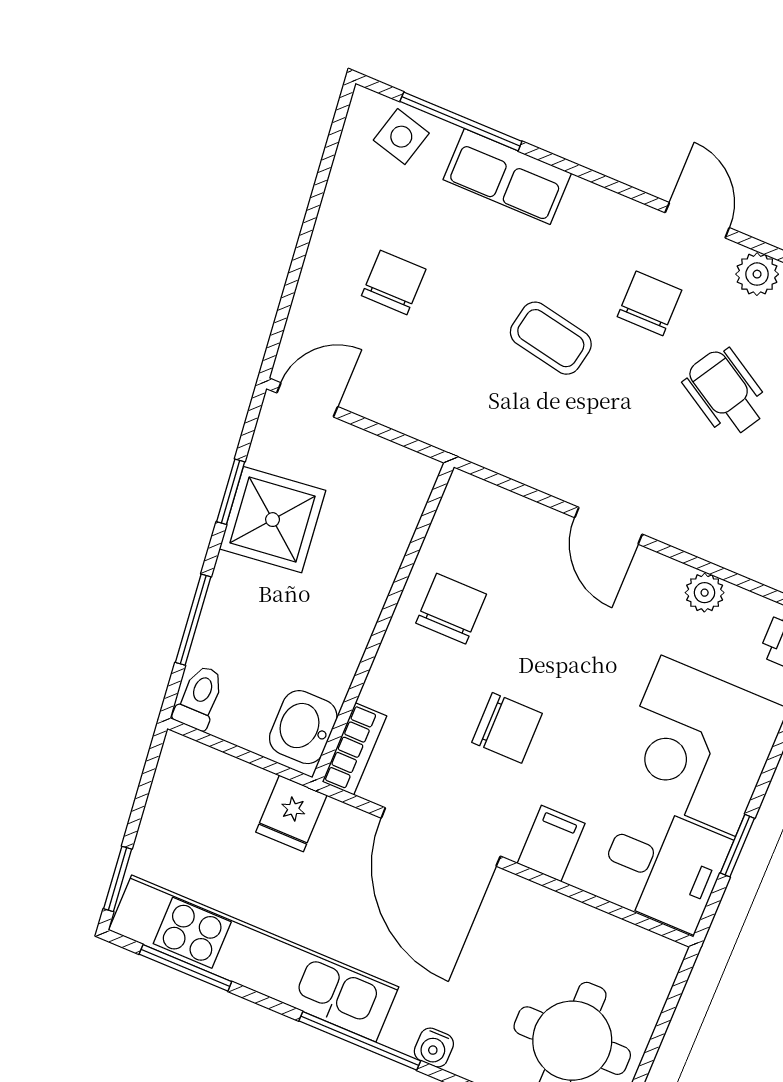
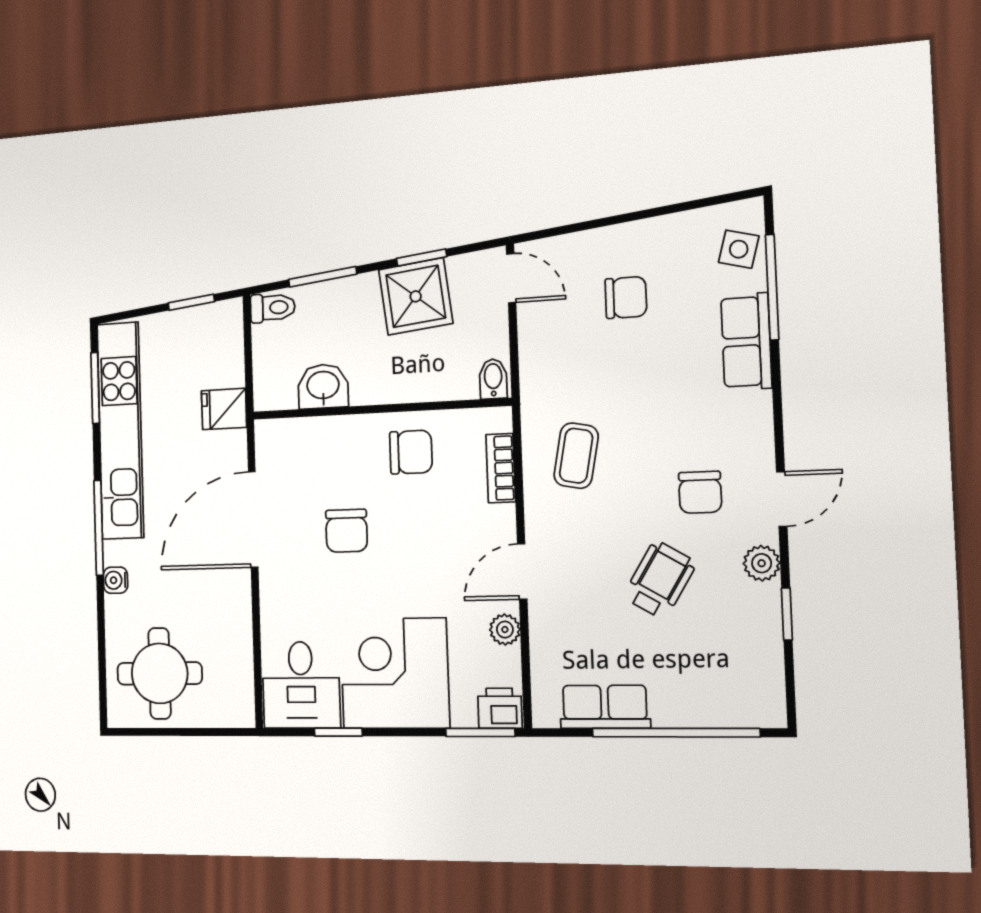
chair: (649, 303) -> (700, 492), turned 90
coffee table: (551, 338) -> (576, 456), moved
bidet: (413, 474) -> (493, 379), added
door: (609, 526) -> (522, 571), moved
washbasin: (303, 727) -> (323, 386), moved
bookcase: (354, 749) -> (501, 468), moved, turned 90
filing cabinet: (551, 843) -> (282, 598), removed
window: (118, 879) -> (191, 302), moved

